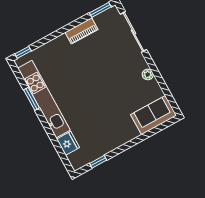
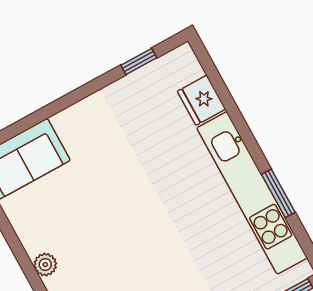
plant: (148, 74) -> (45, 265), moved

